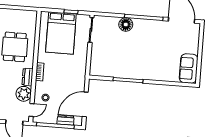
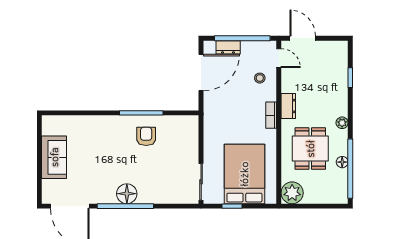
floor lamp: (126, 24) -> (127, 194), moved
armchair: (126, 64) -> (146, 136), added
sofa: (189, 68) -> (54, 157), moved
plant: (24, 94) -> (292, 193), moved
door: (31, 110) -> (279, 58), swing flipped

